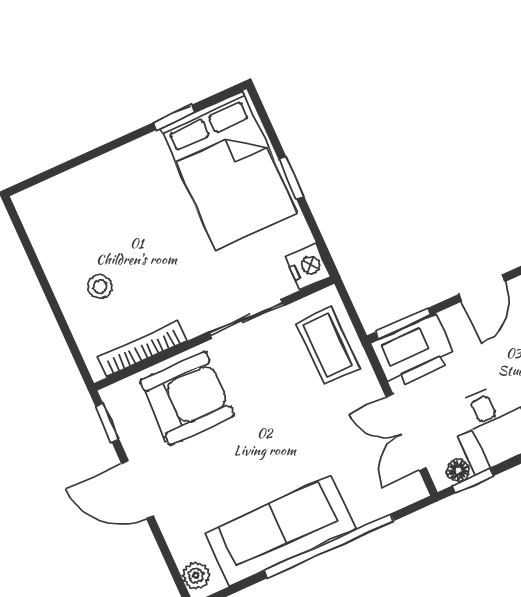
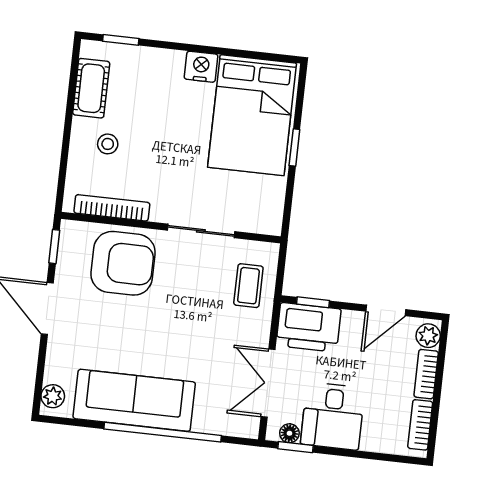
window: (174, 117) -> (121, 40), moved
cot: (49, 240) -> (91, 88), added
nightstand: (308, 266) -> (201, 67), moved, turned -90
window: (403, 323) -> (313, 302), width x0.67
coffee table: (328, 346) -> (248, 286), width x0.73, depth x0.77

